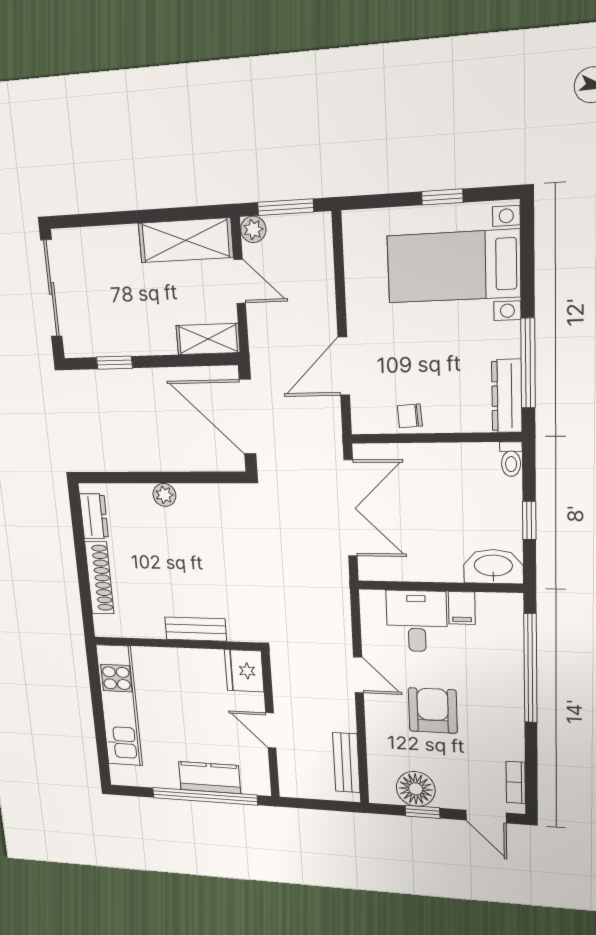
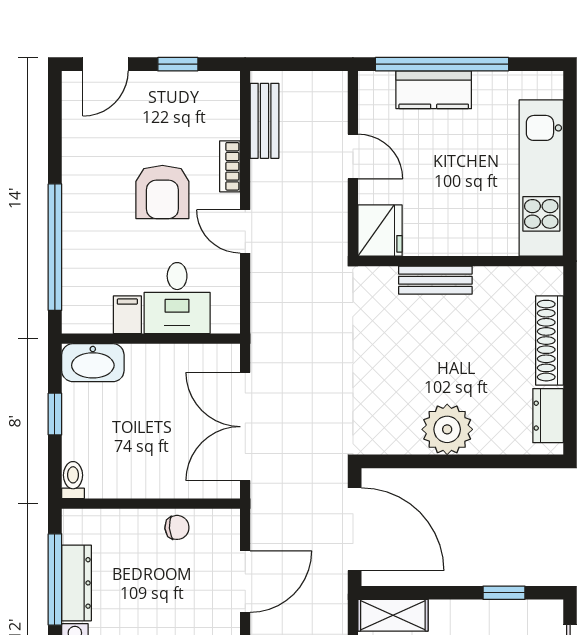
dresser: (507, 396) -> (76, 583), moved
plant: (164, 495) -> (447, 429), width x1.88, depth x1.88
bookcase: (516, 782) -> (230, 166), moved, turned 180
floor lamp: (416, 789) -> (185, 93), removed
door: (486, 817) -> (105, 64), swing flipped

